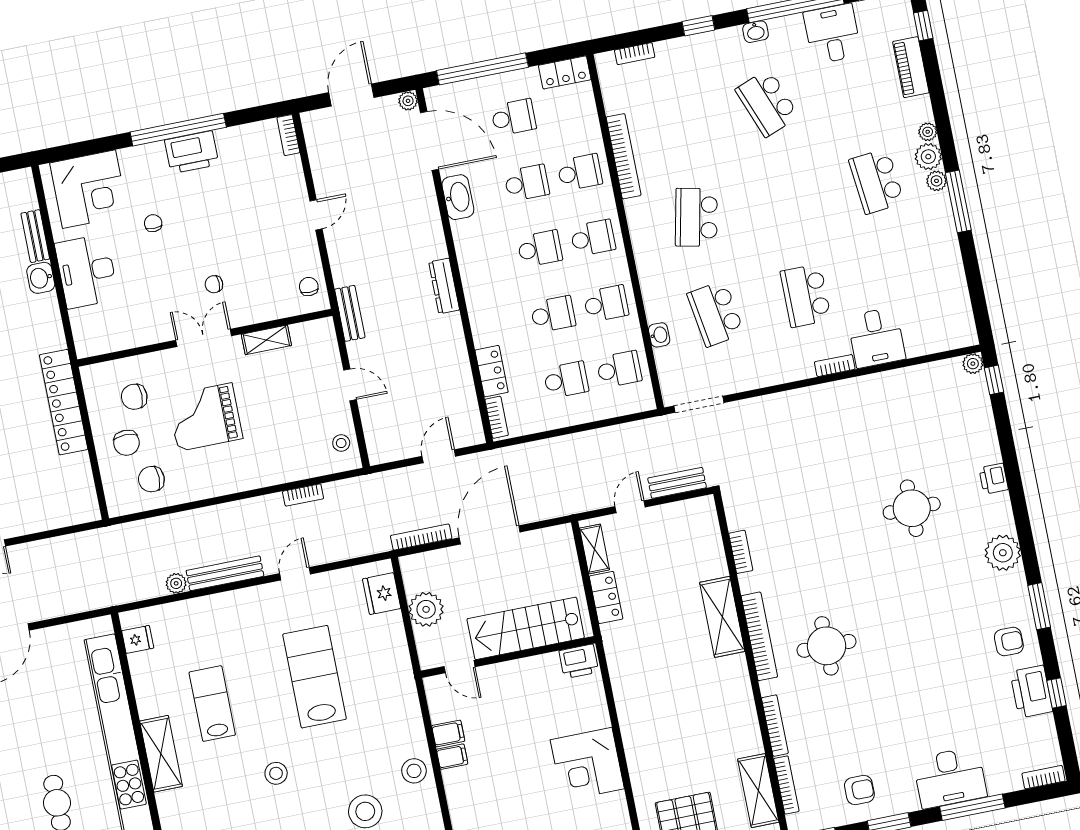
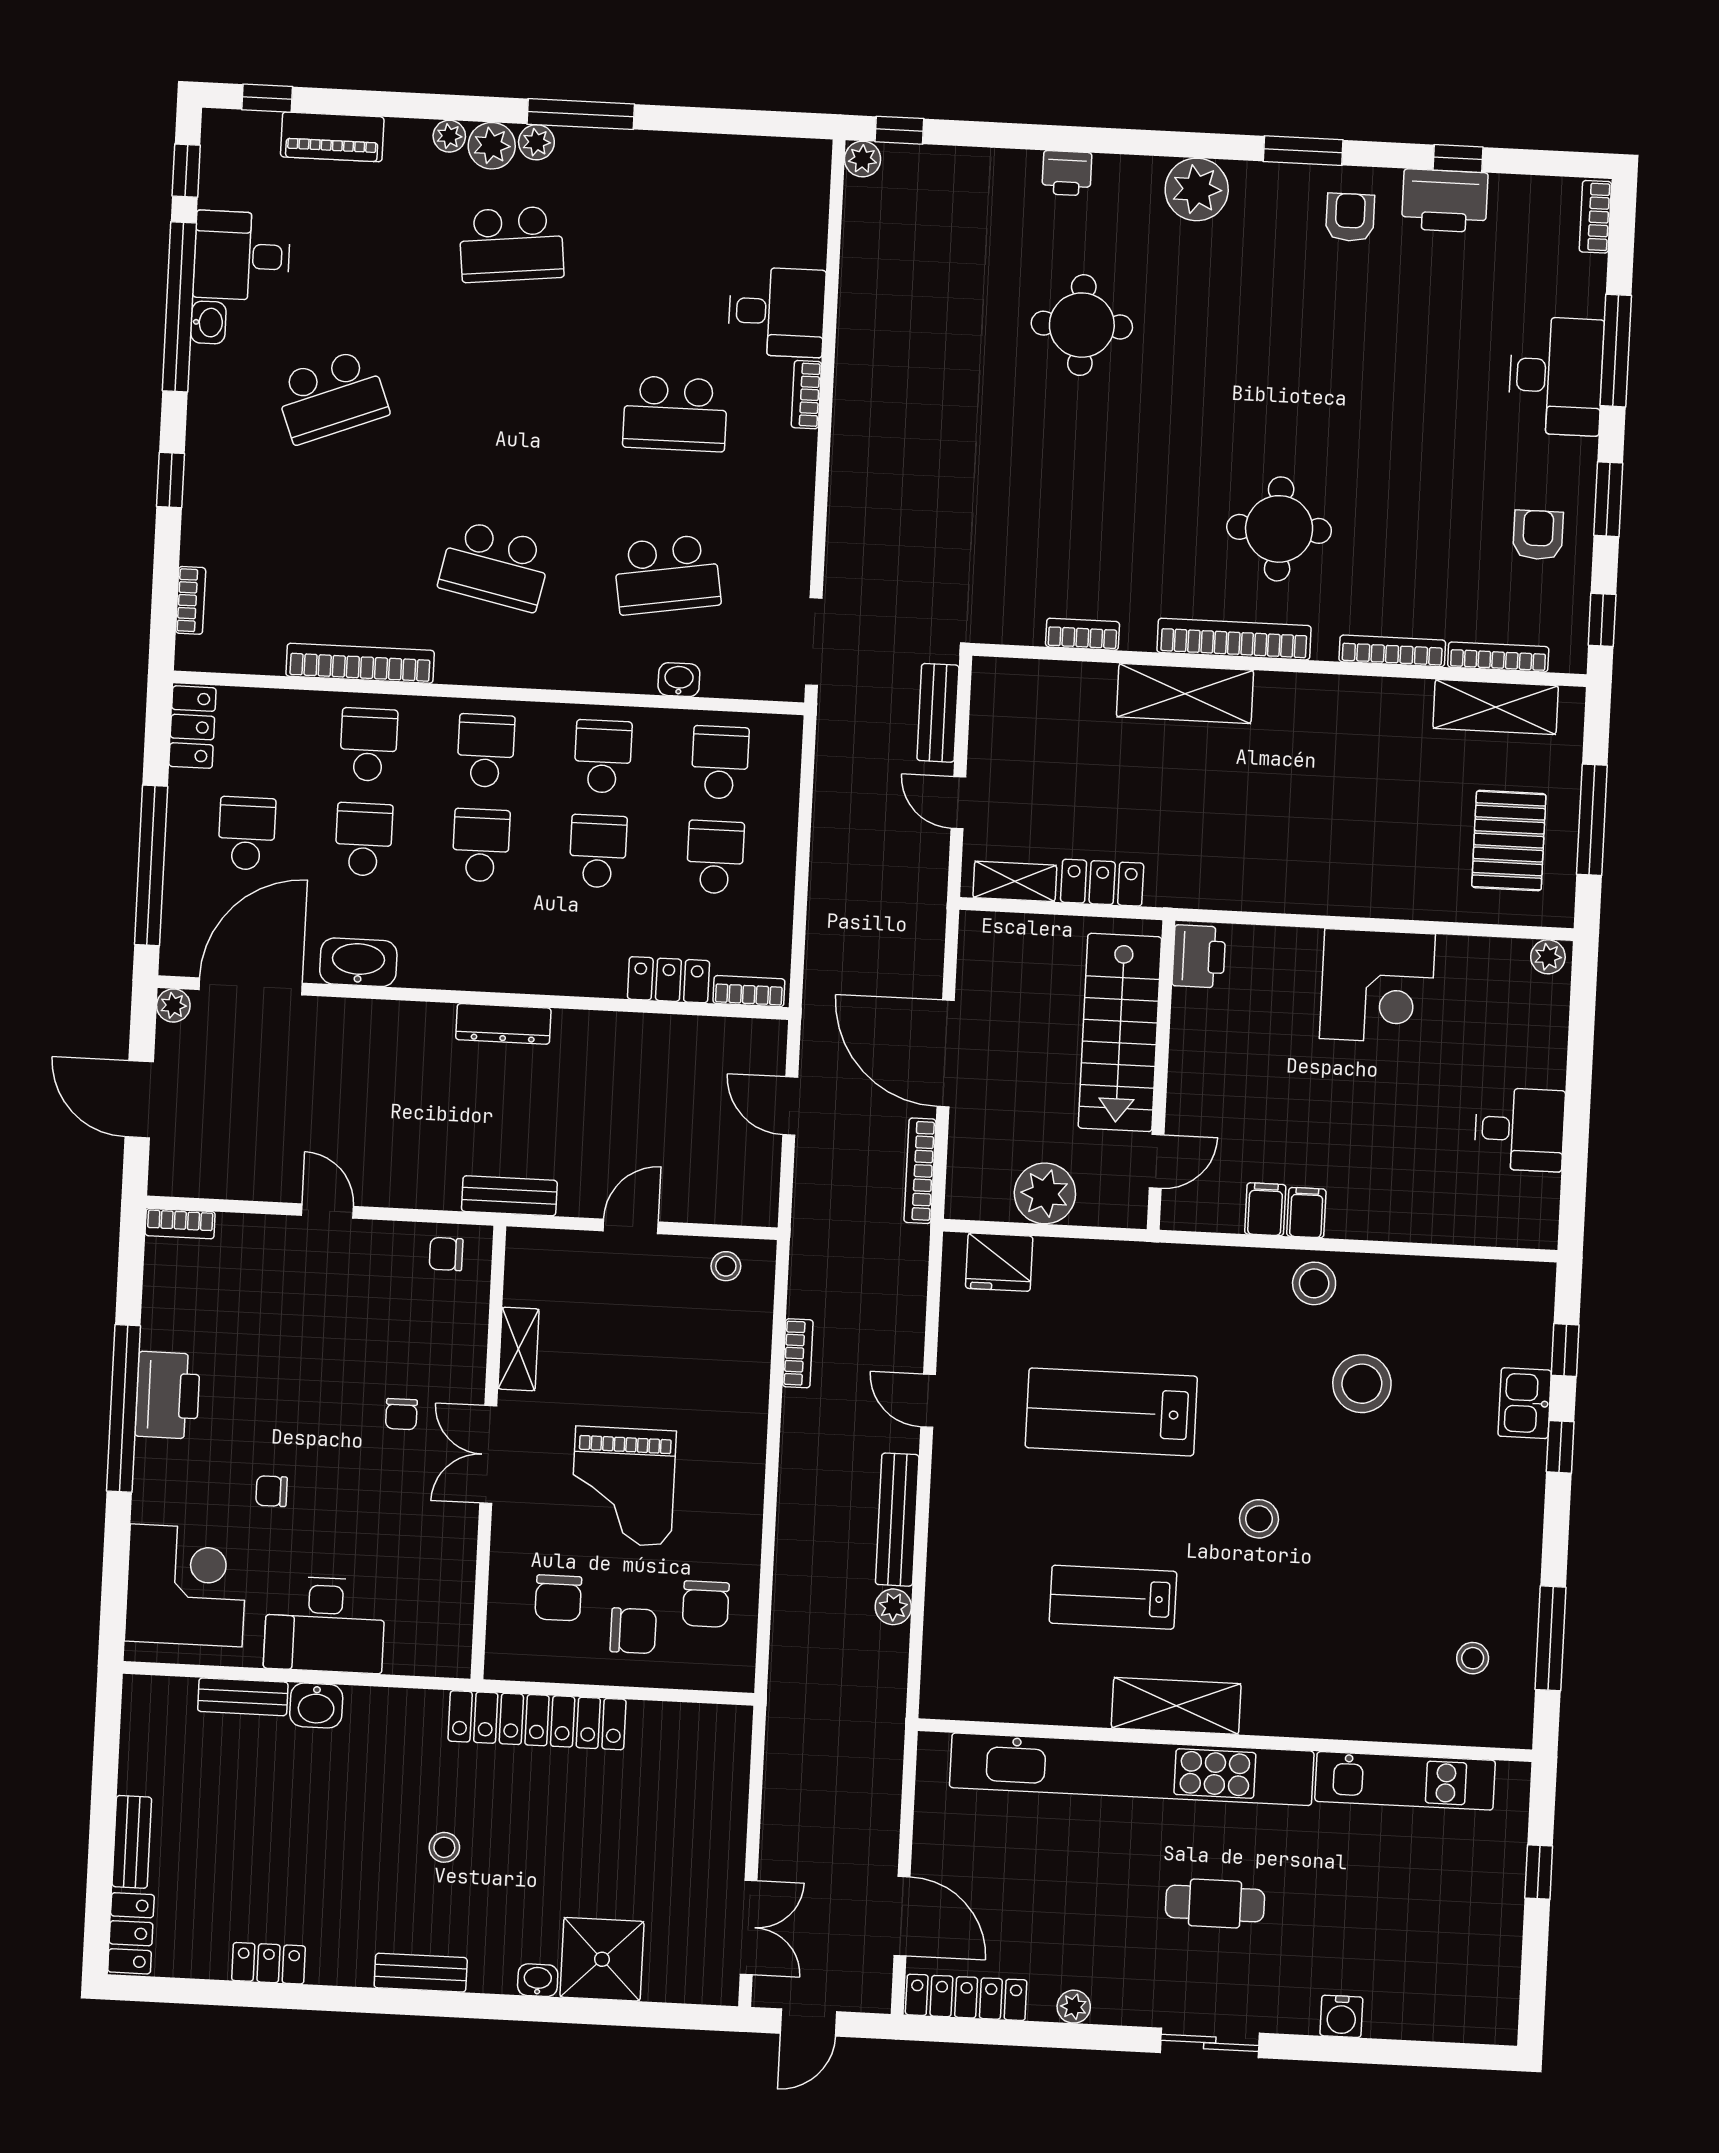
washbasin: (756, 32) -> (208, 322), moved
fridge: (138, 639) -> (972, 1696), removed

